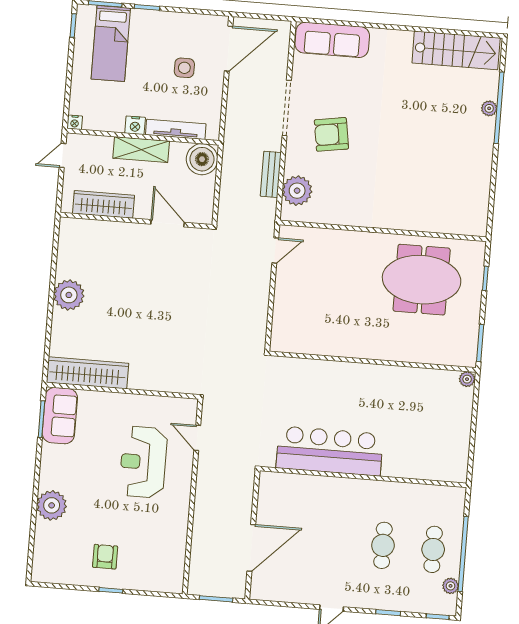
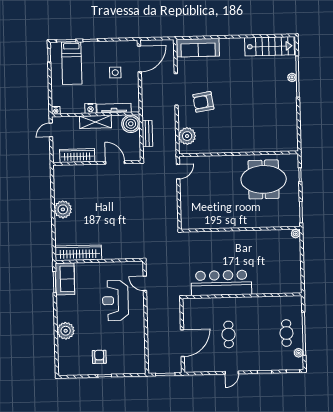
bench: (271, 174) -> (147, 133), moved
cafe table: (383, 545) -> (229, 334), moved

